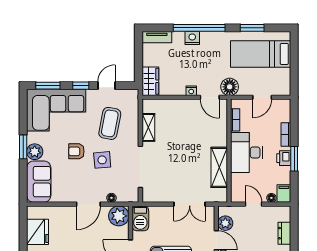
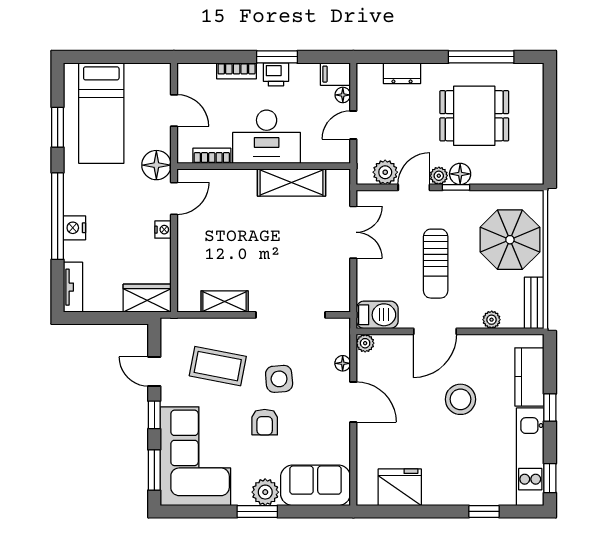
plant: (119, 216) -> (365, 343), width x0.53, depth x0.53

